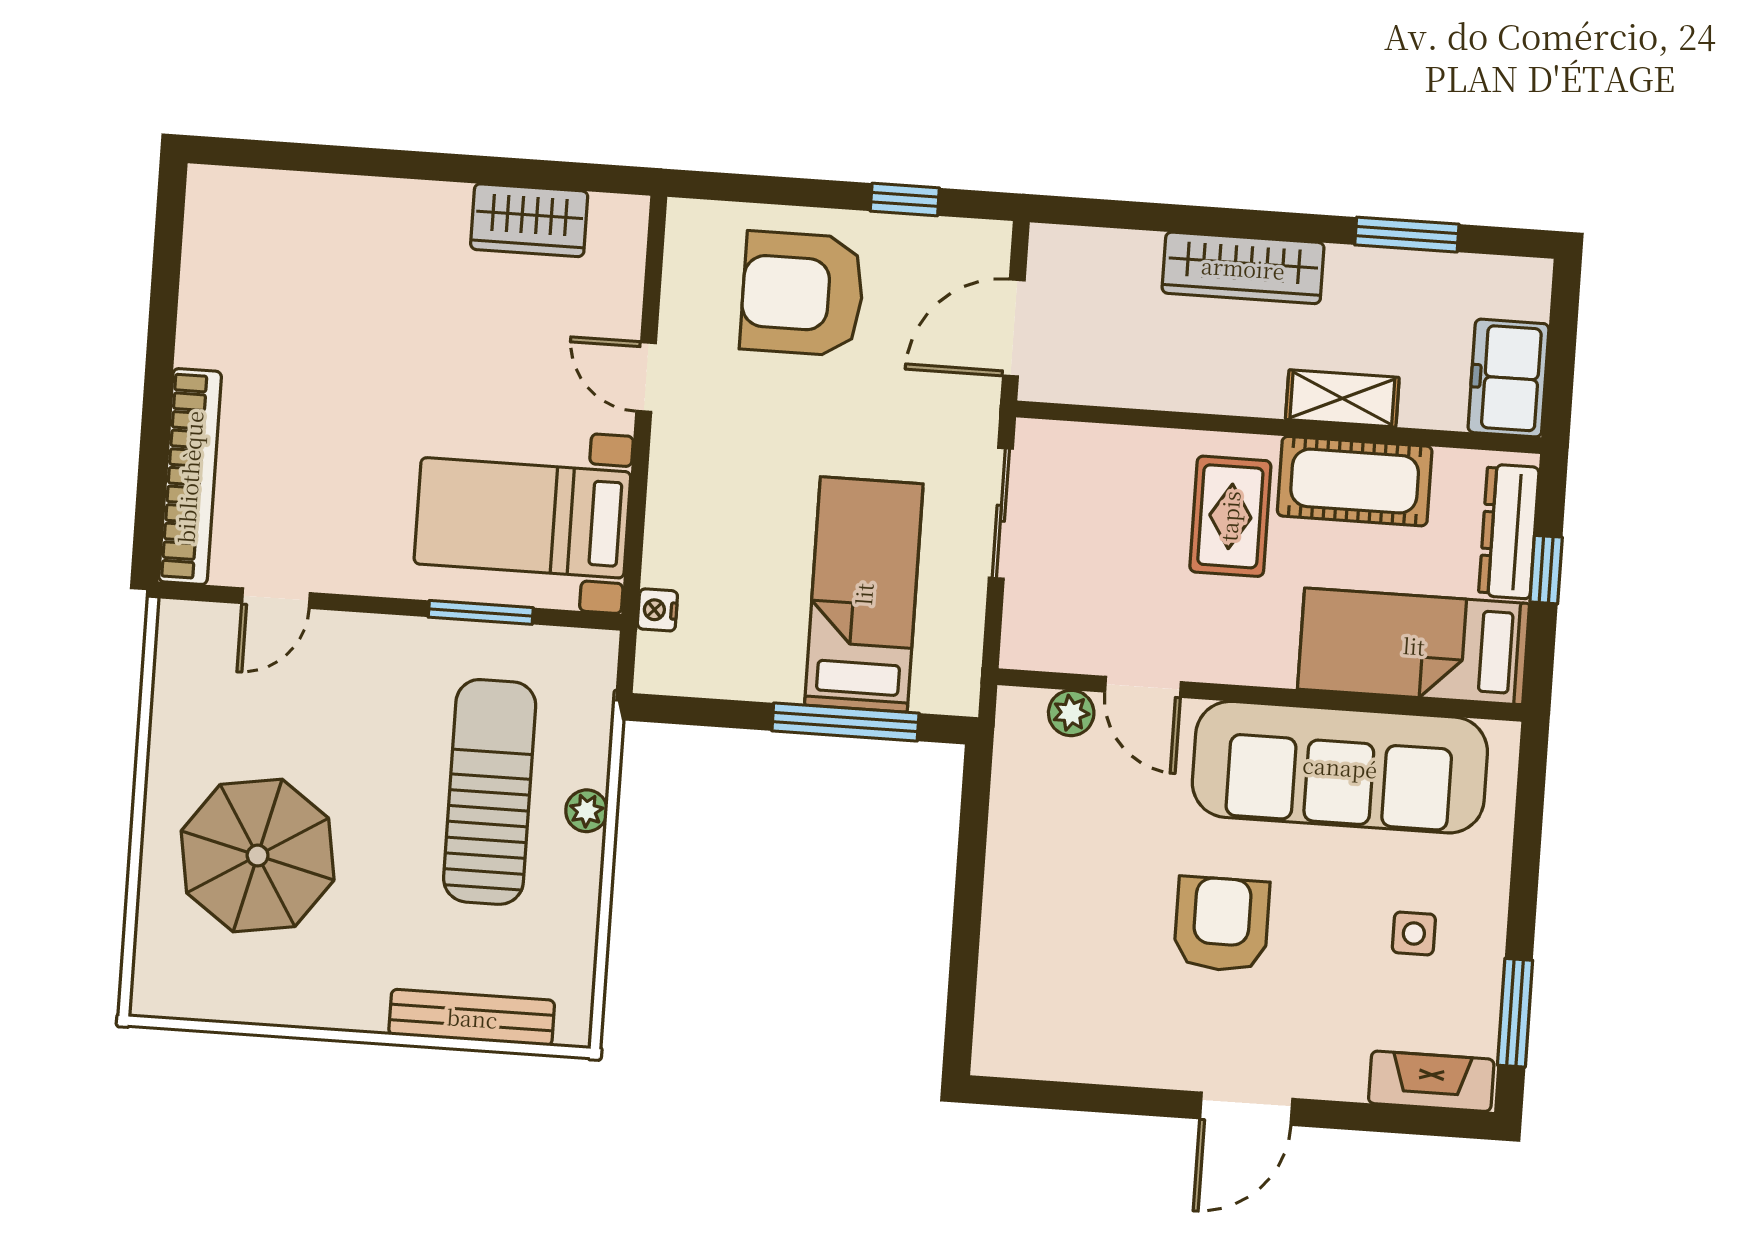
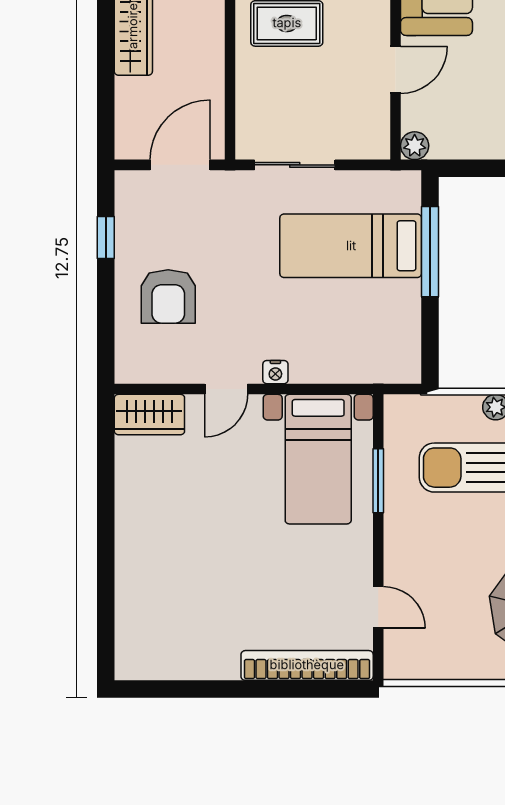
wardrobe: (529, 220) -> (149, 415), moved, turned 90
armchair: (802, 294) -> (168, 296), width x0.73, depth x0.73
door: (1014, 328) -> (180, 165), swing flipped
nightstand: (657, 610) -> (275, 372), moved
plant: (1071, 713) -> (415, 146), moved

